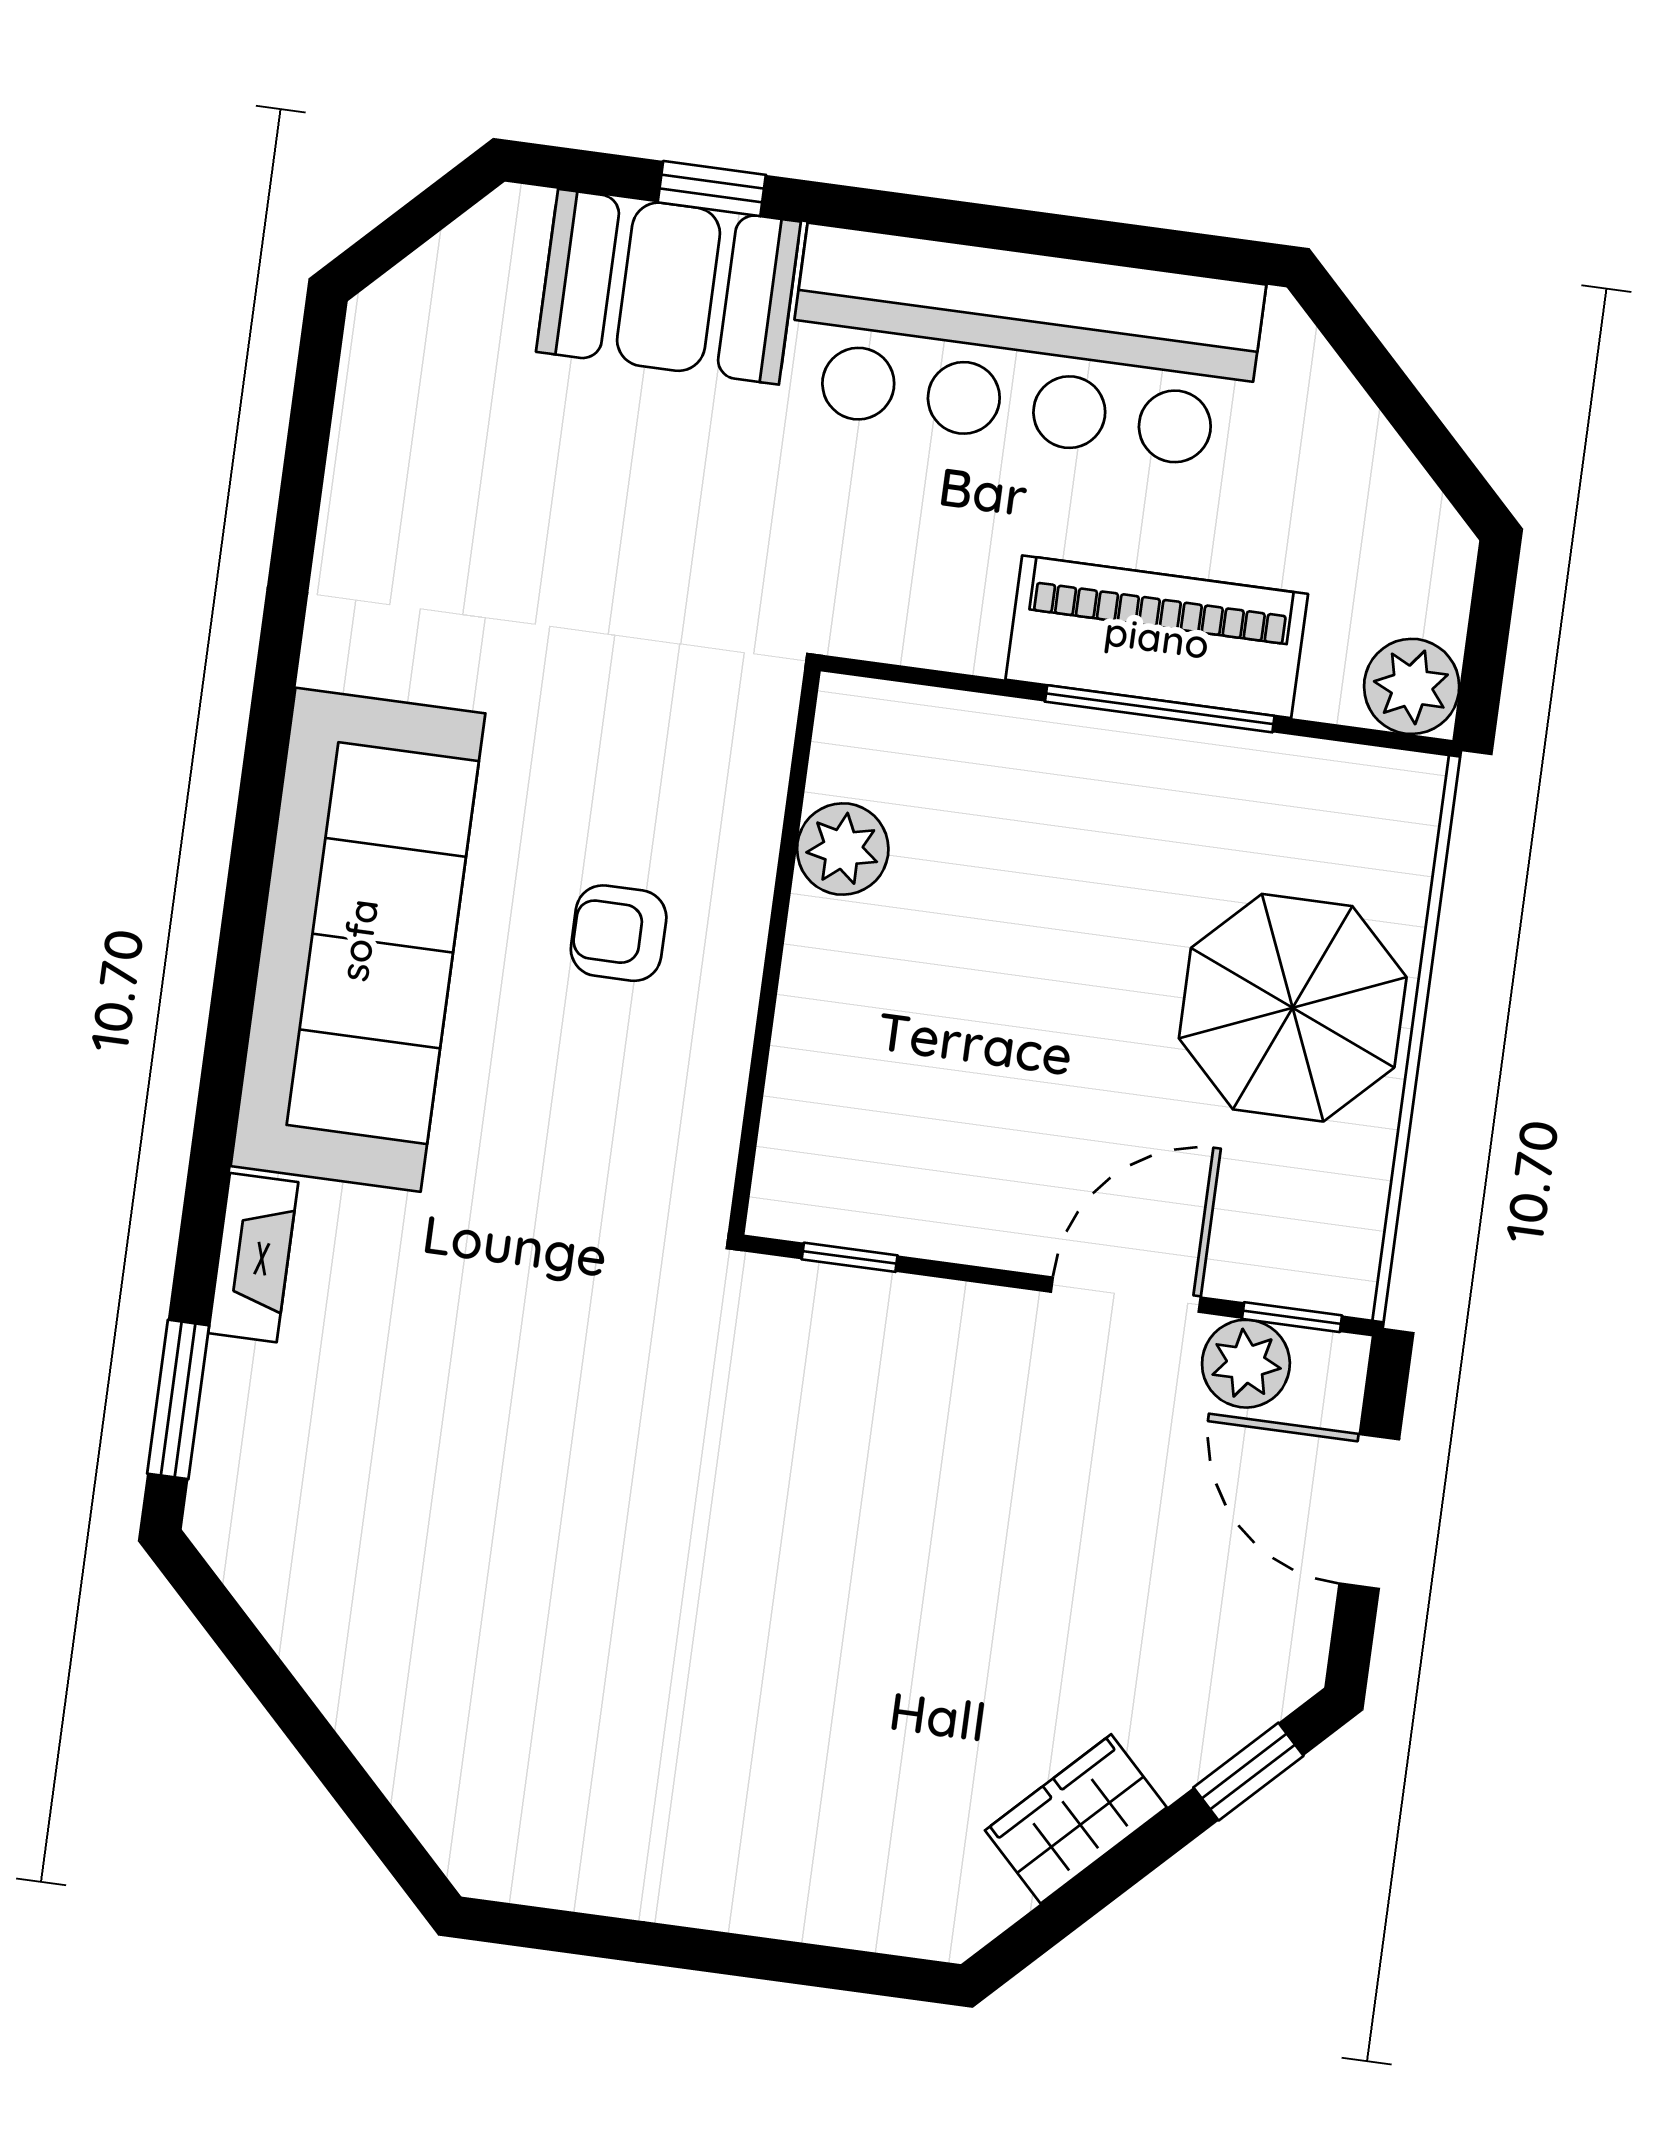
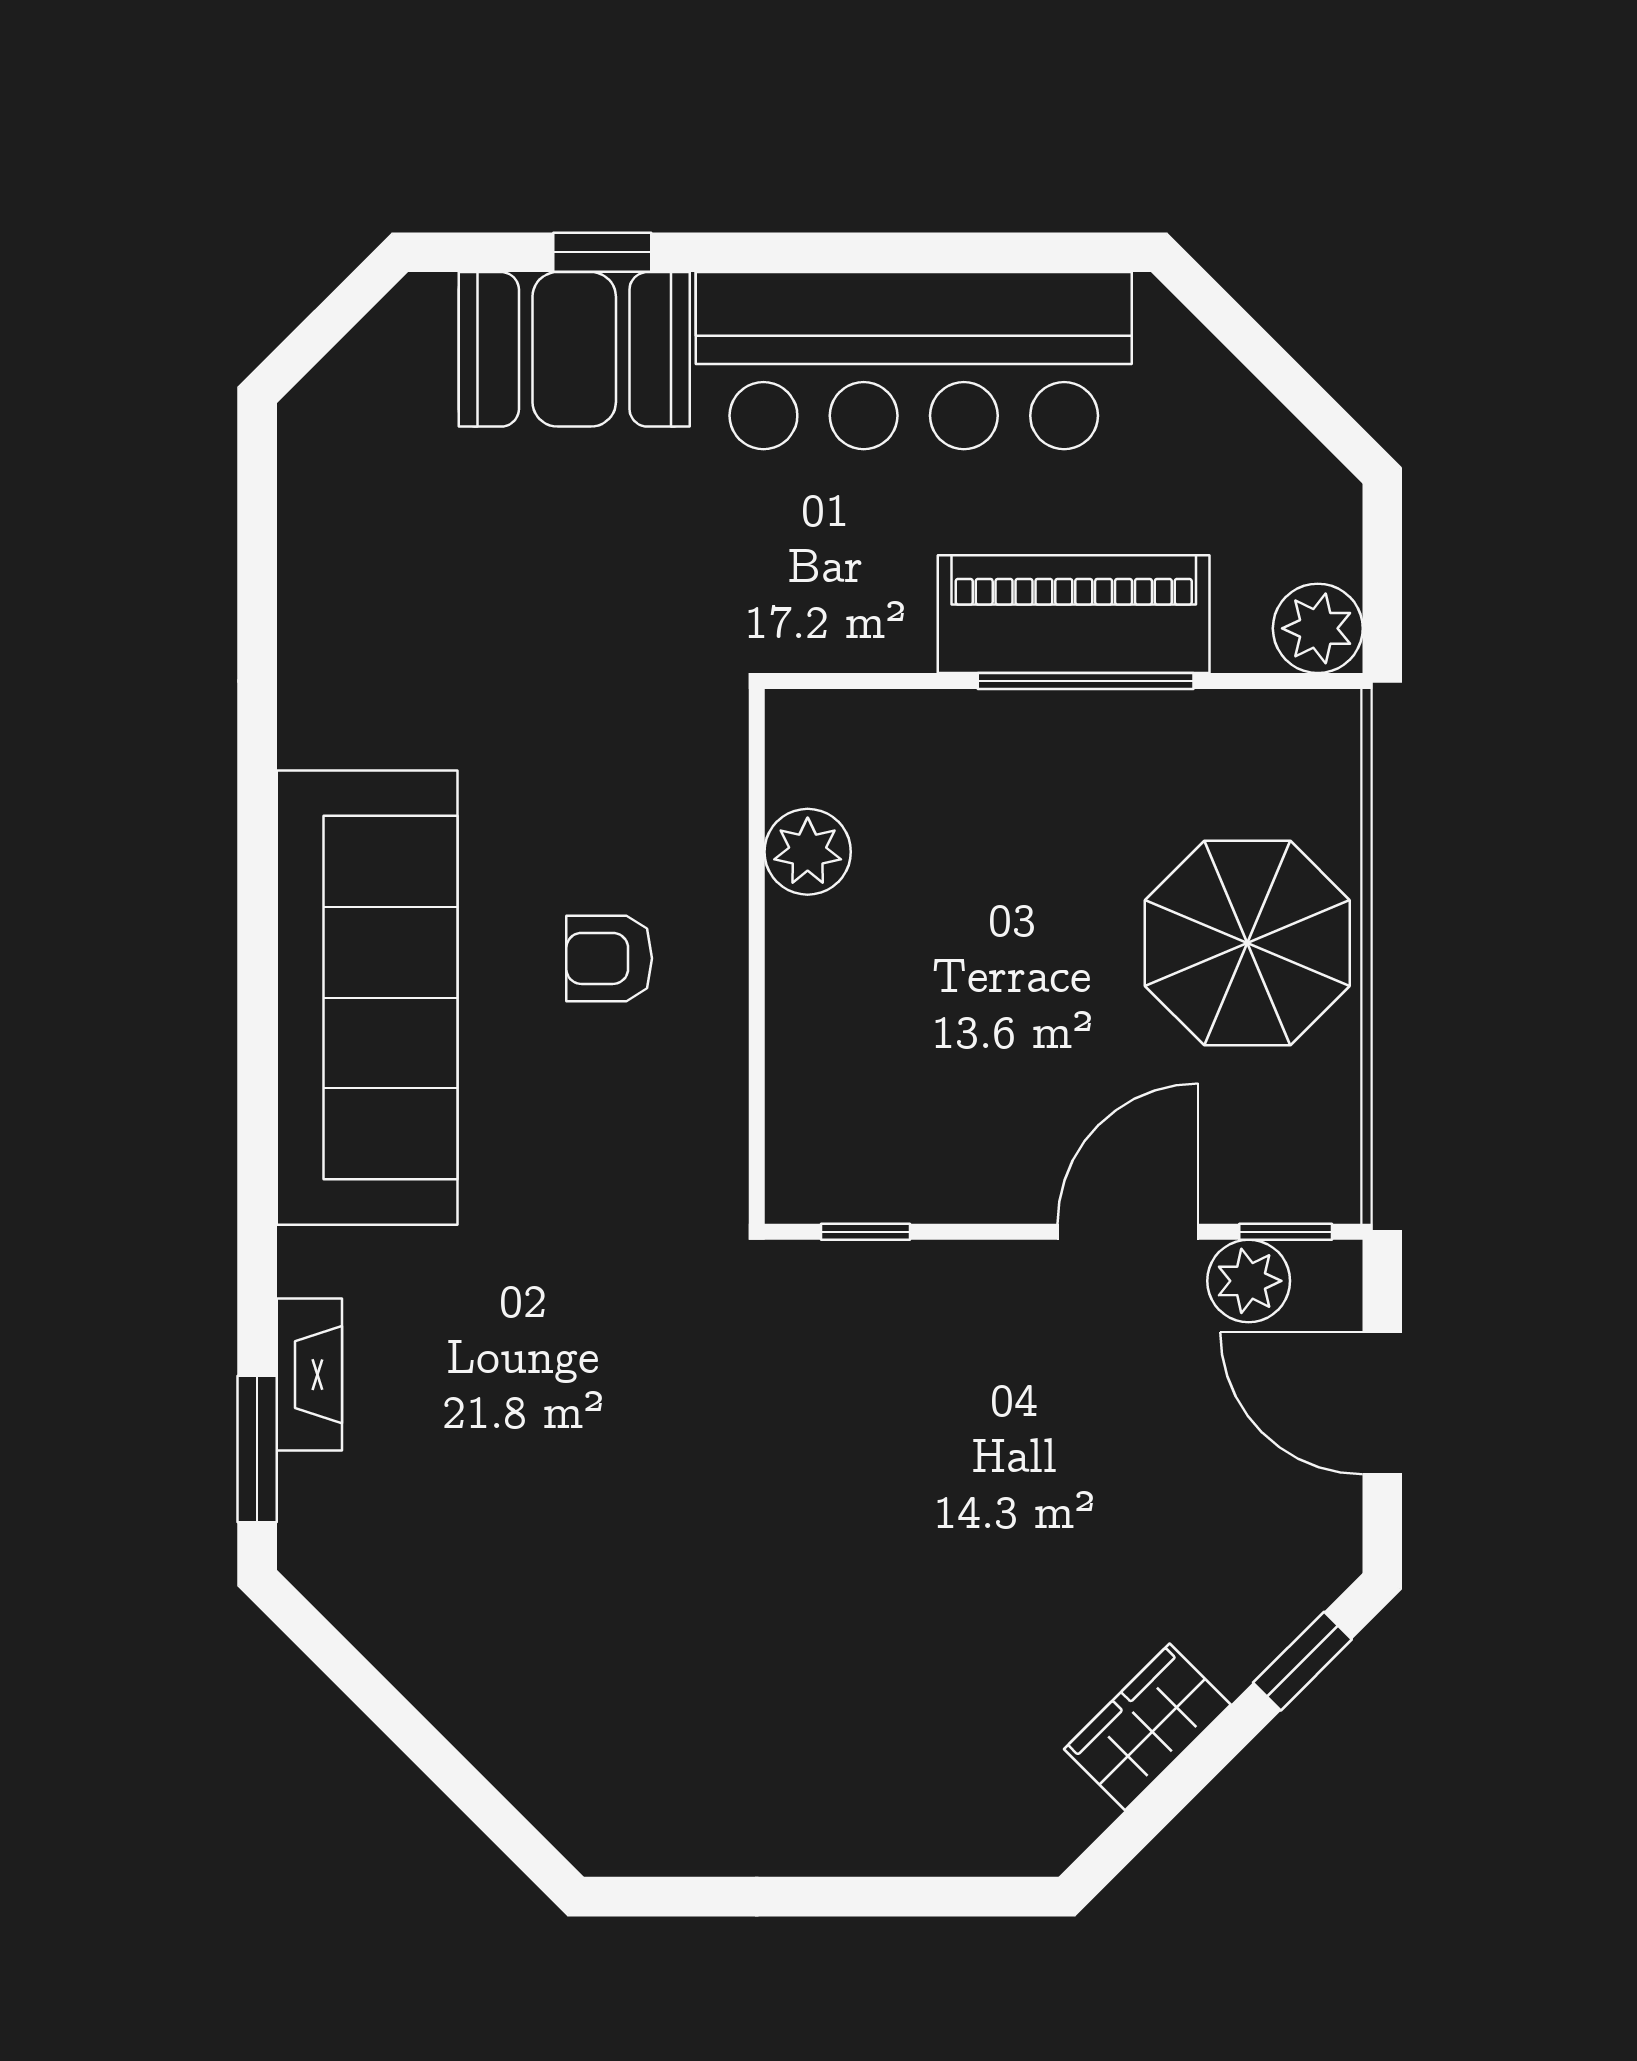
fireplace: (253, 1258) -> (309, 1375), moved

